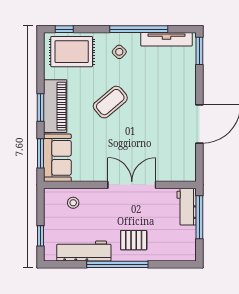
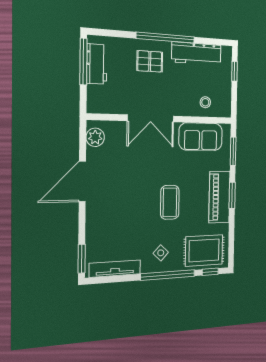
window: (139, 29) -> (168, 275), moved
coffee table: (110, 102) -> (170, 202), turned -50
sofa: (57, 158) -> (201, 137), moved, turned -90
plant: (187, 166) -> (95, 137), added
workbench: (187, 207) -> (97, 64), moved
window: (199, 217) -> (83, 62), moved

